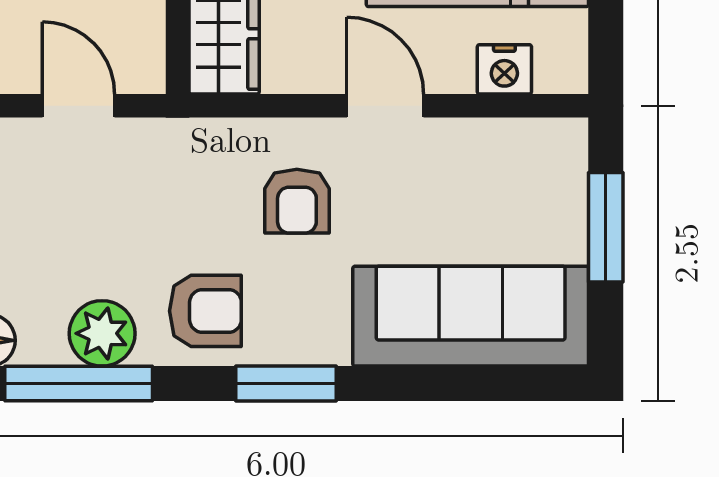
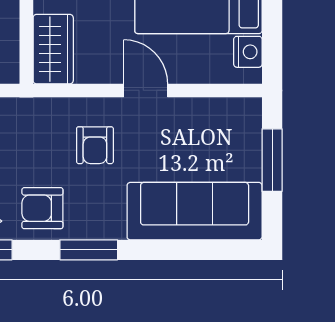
nightstand: (504, 69) -> (248, 52), moved, turned -90
armchair: (205, 311) -> (42, 208), turned 180

